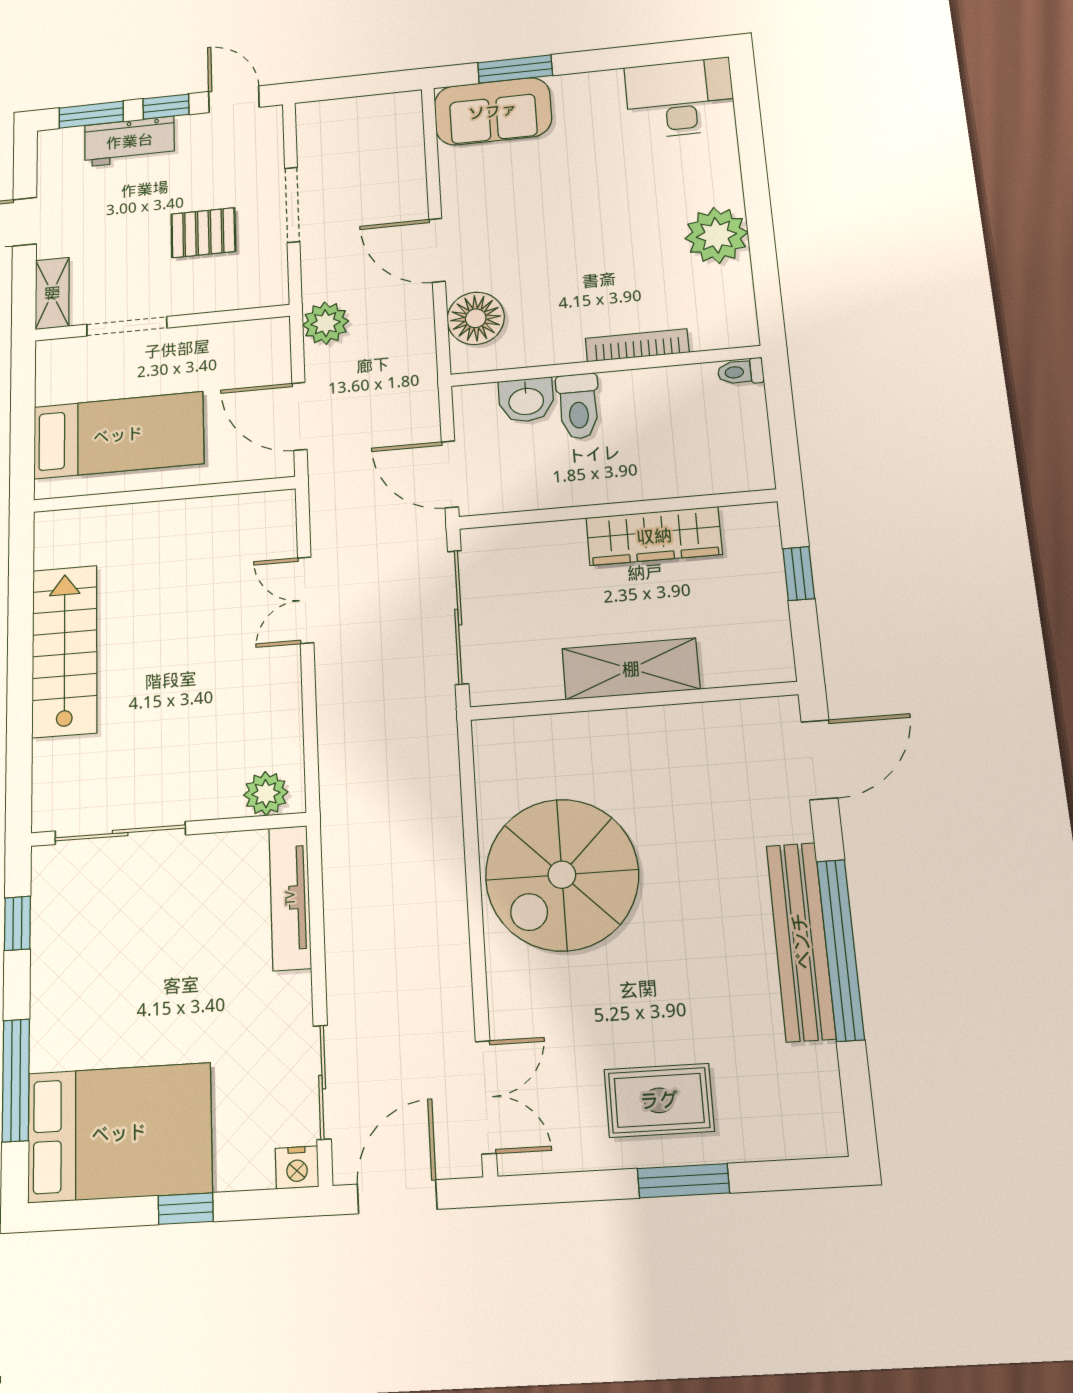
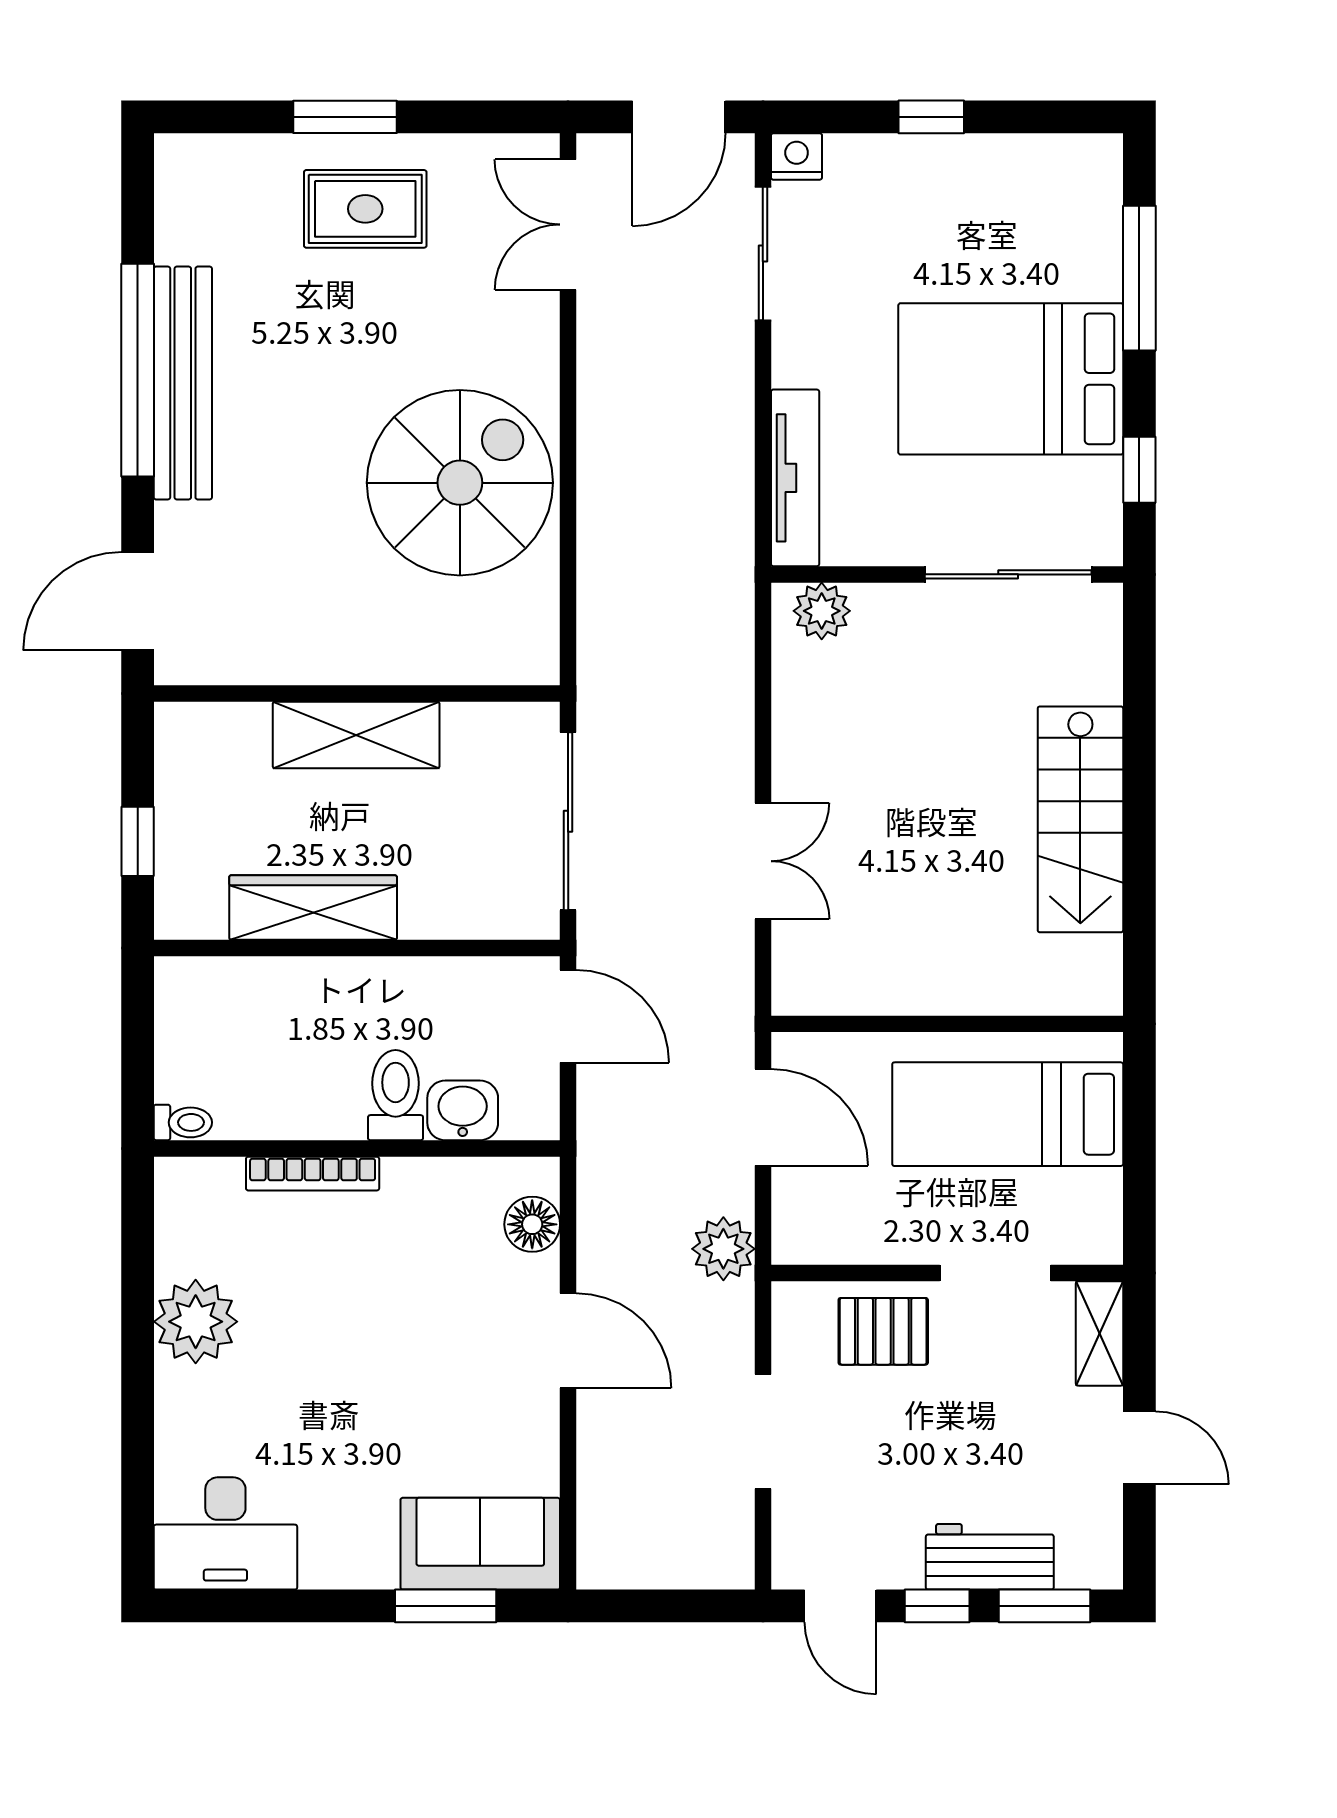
pallet: (203, 233) -> (883, 1331), moved
floor lamp: (476, 318) -> (532, 1224), width x0.73, depth x0.73
bed: (119, 1133) -> (1011, 379), moved

